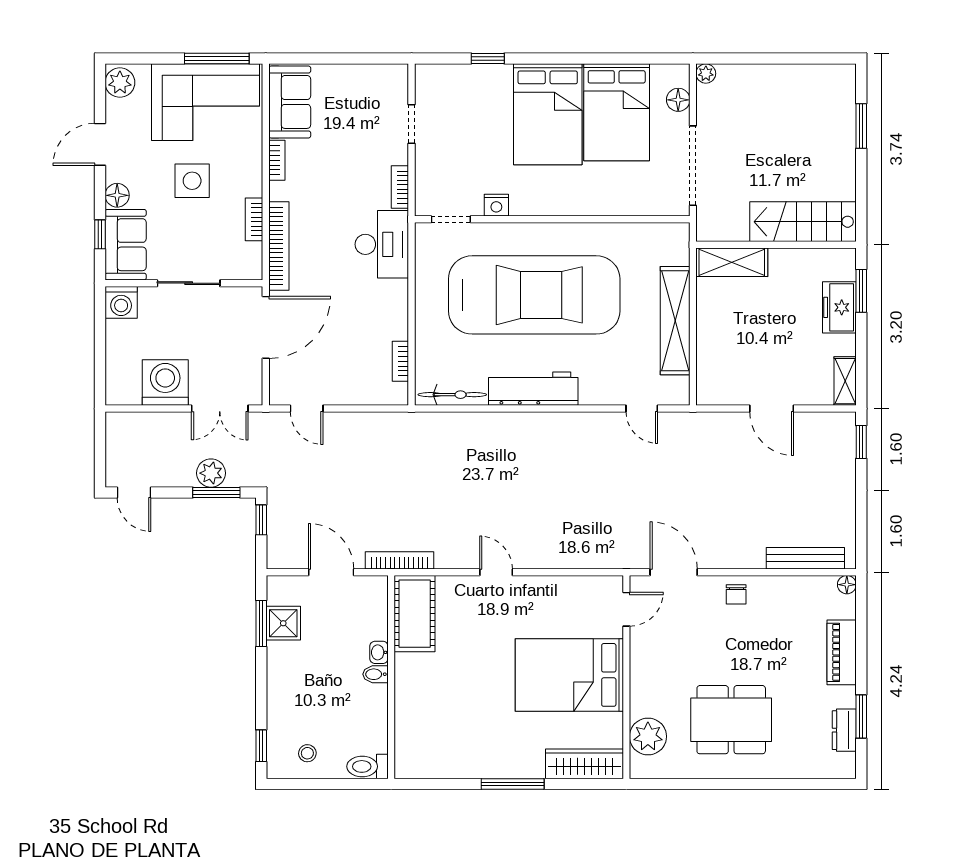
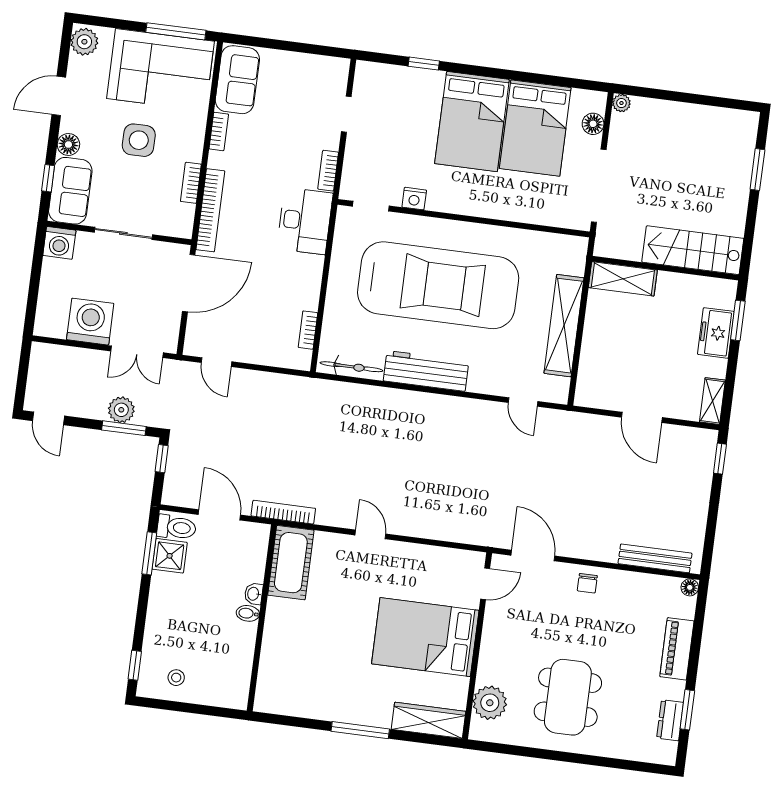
dining table: (731, 720) -> (568, 697), turned 90
toilet: (368, 766) -> (177, 527), moved, turned 180

